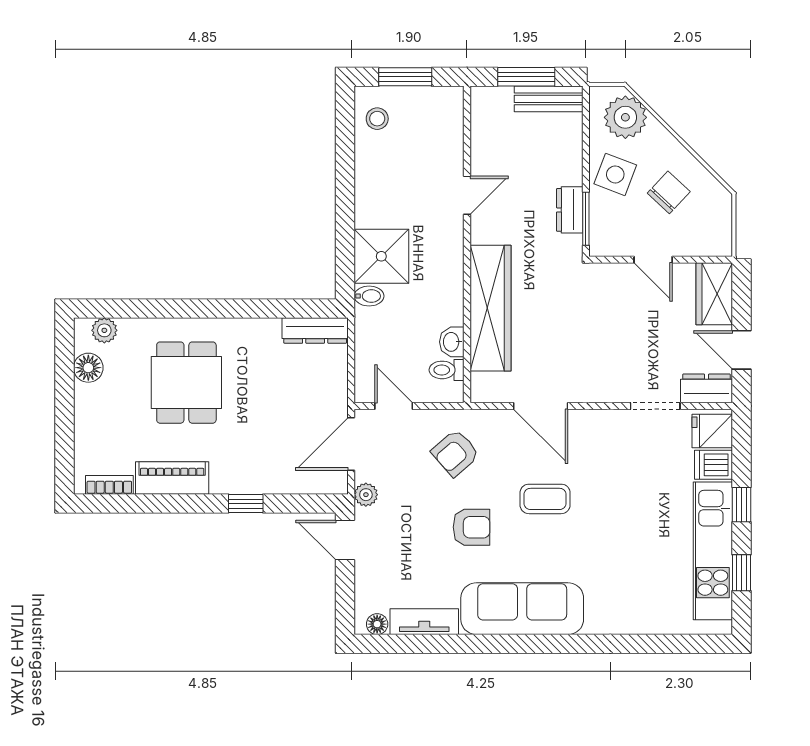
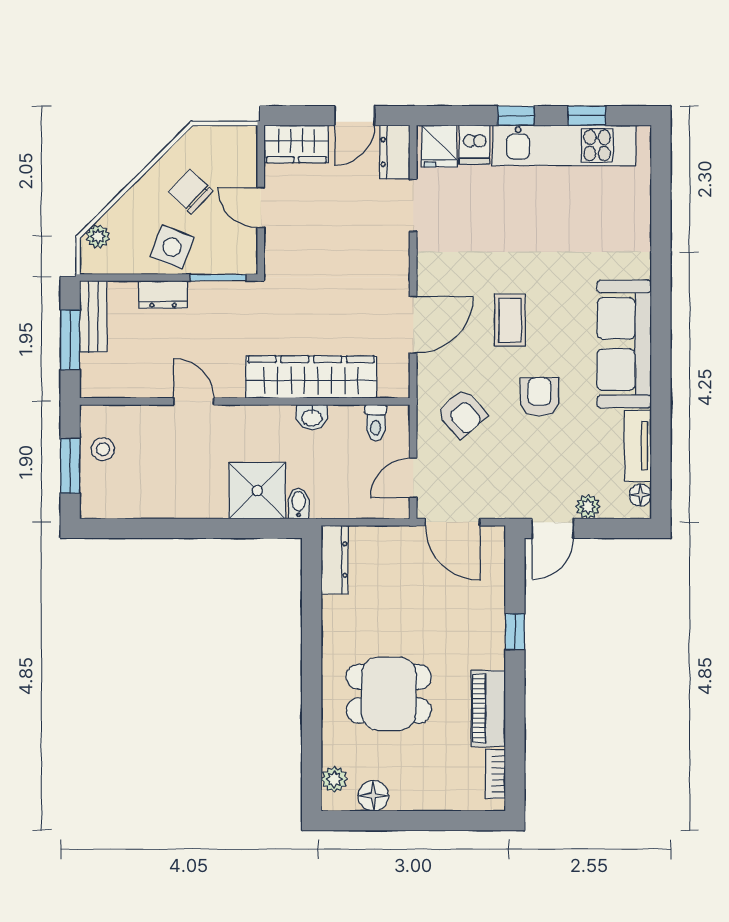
plant: (625, 117) -> (98, 236), width x0.53, depth x0.53
stool: (377, 119) -> (103, 449), moved
dresser: (570, 210) -> (163, 294), moved
door: (653, 260) -> (261, 208), swing flipped
washbasin: (452, 342) -> (312, 417), moved
plant: (366, 495) -> (588, 507), moved

